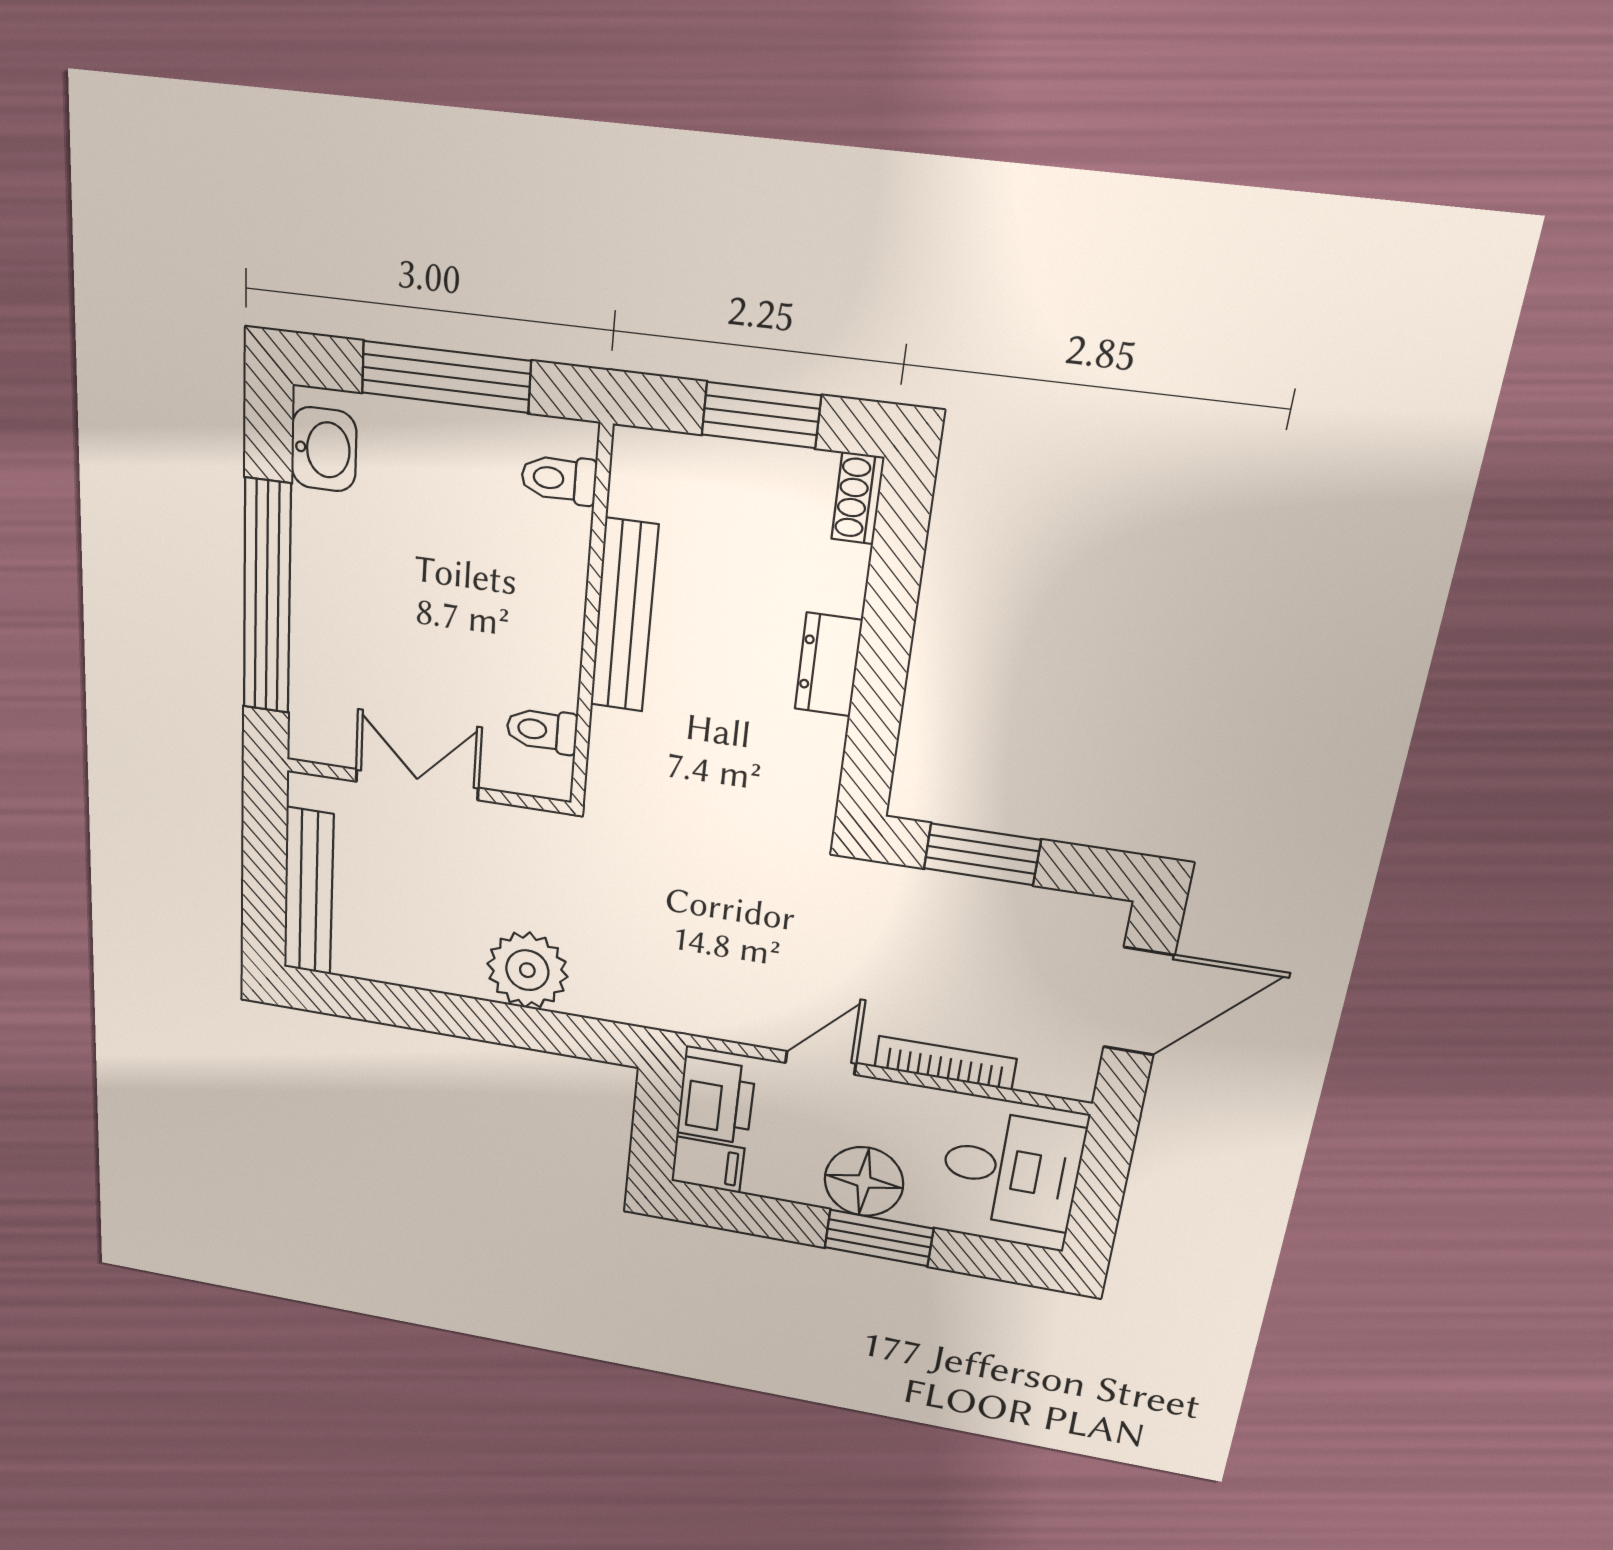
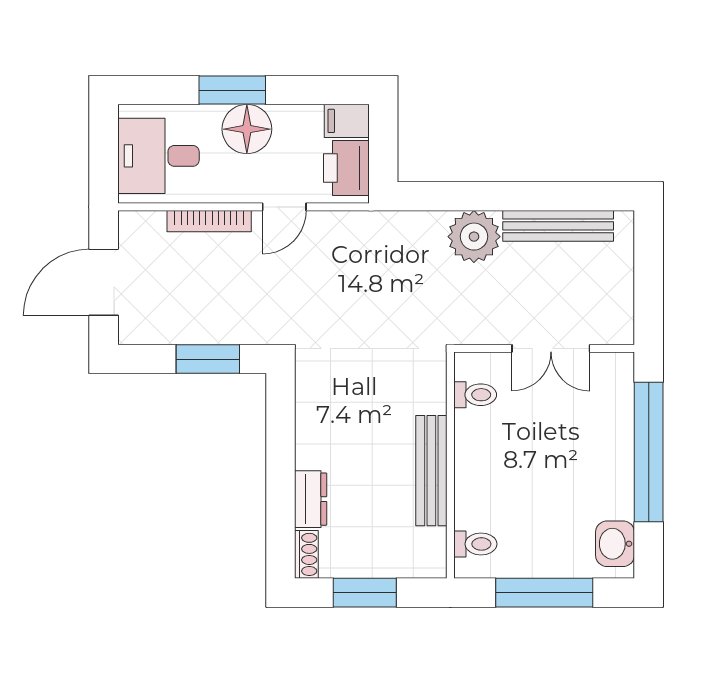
dresser: (829, 665) -> (311, 499), moved
bench: (309, 892) -> (558, 226), moved, turned 90

